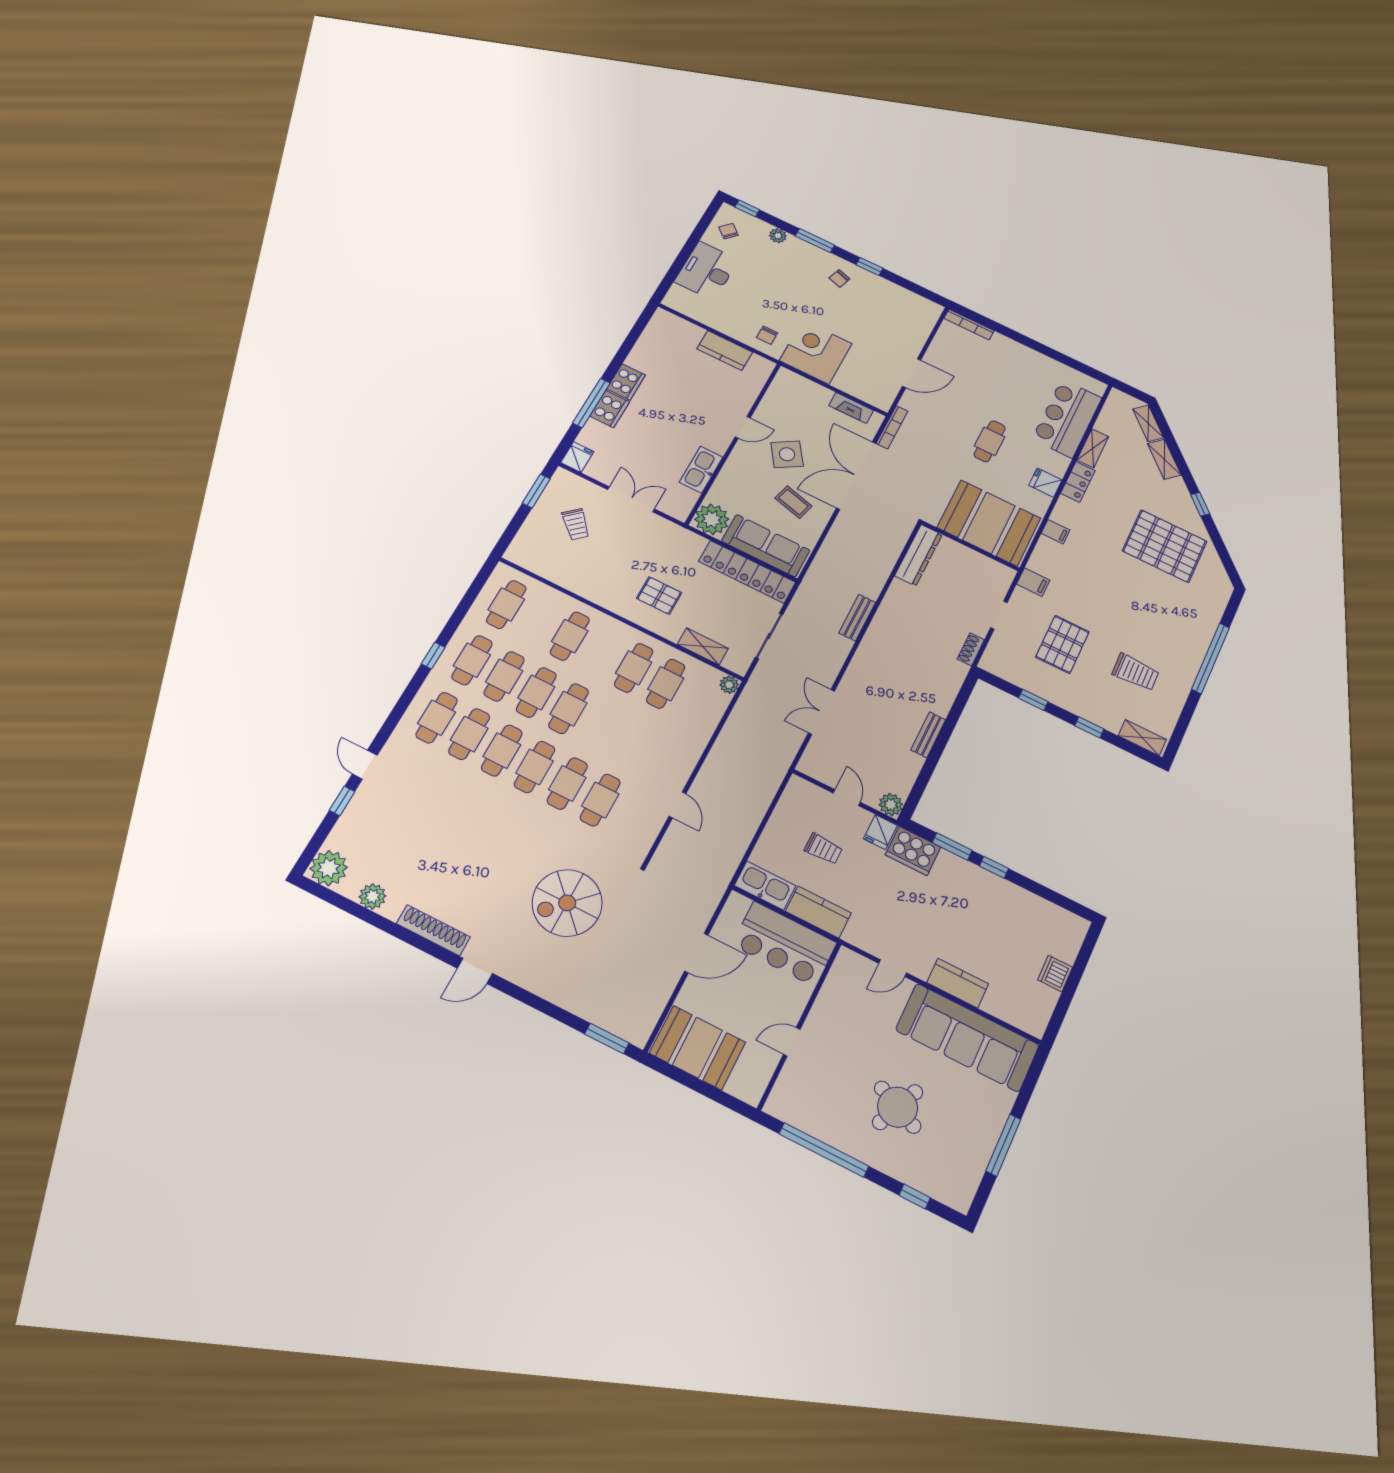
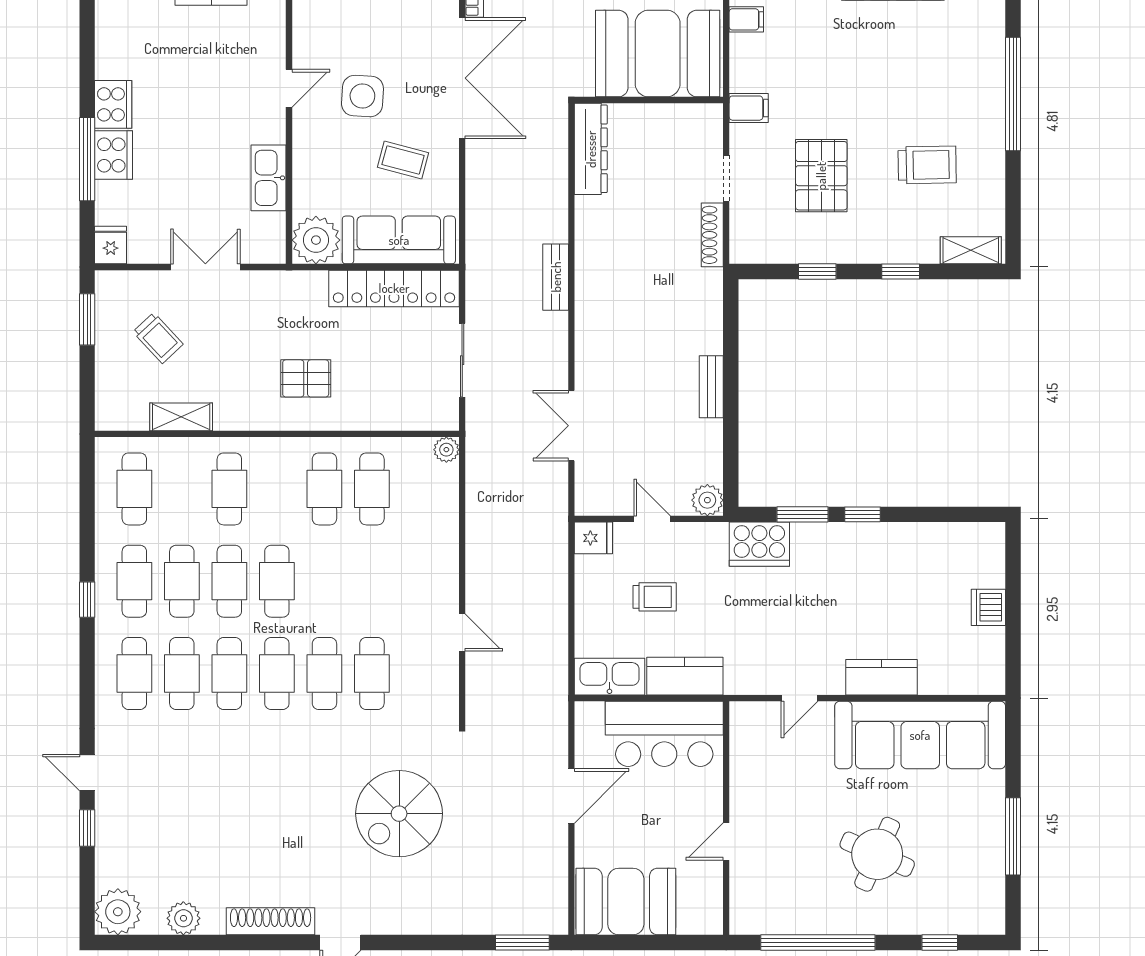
side table: (787, 454) -> (362, 96), turned 36
double door: (856, 475) -> (462, 78), swing flipped
shelving: (703, 646) -> (181, 417), moved
shoe rack: (971, 649) -> (712, 235), width x1.43
fridge: (880, 832) -> (593, 538), moved, turned -90

